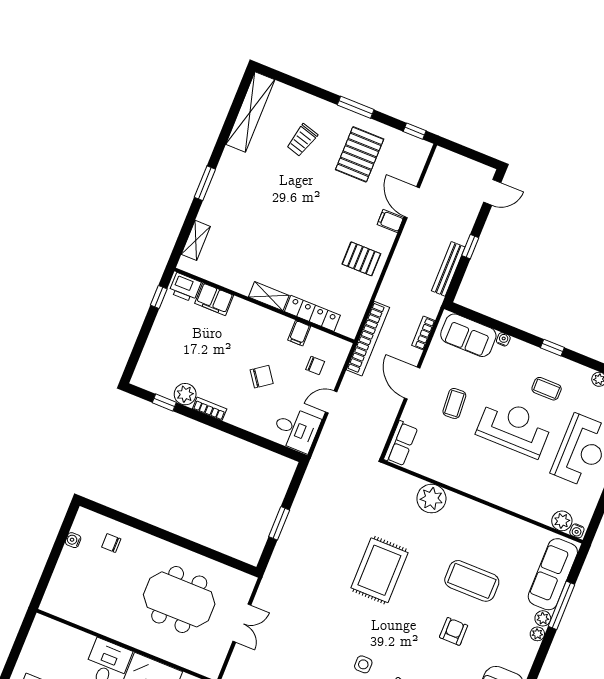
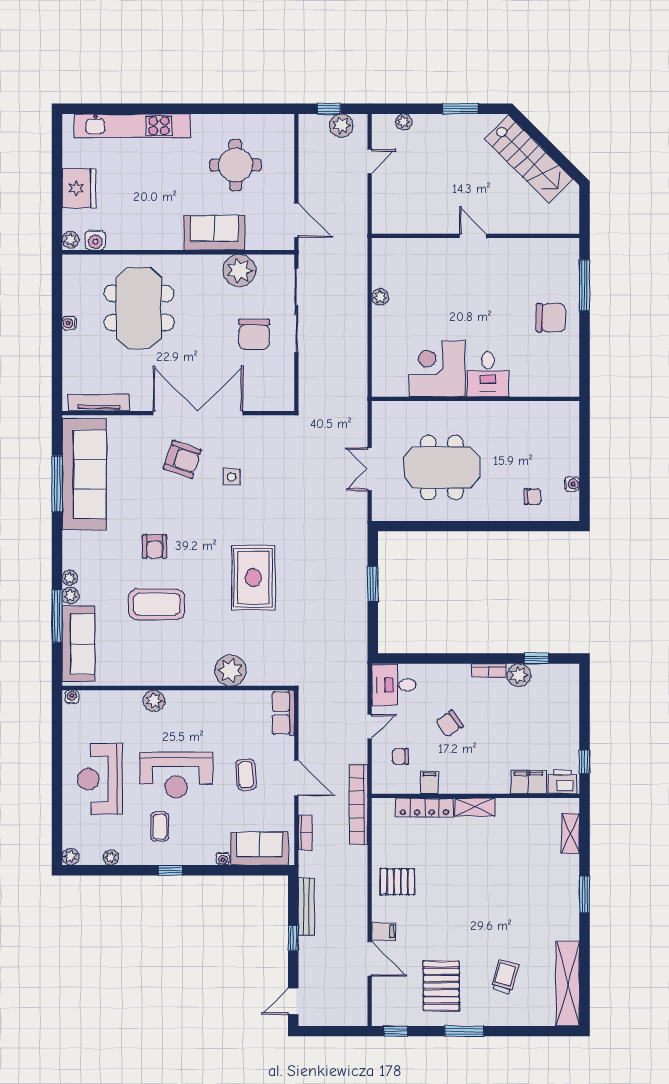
coffee table: (547, 389) -> (160, 827), turned 90
plant: (562, 521) -> (154, 701), moved

